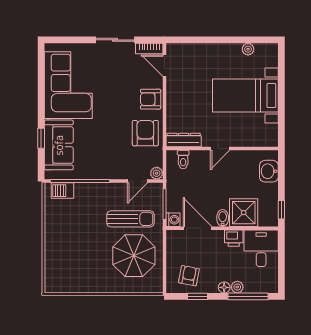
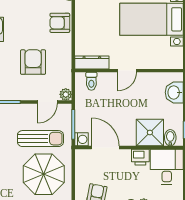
armchair: (145, 133) -> (33, 62), moved
bidet: (223, 218) -> (170, 138), moved

